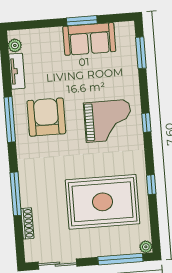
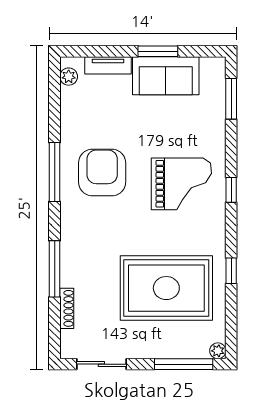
tv unit: (17, 71) -> (108, 65), moved, turned 90

